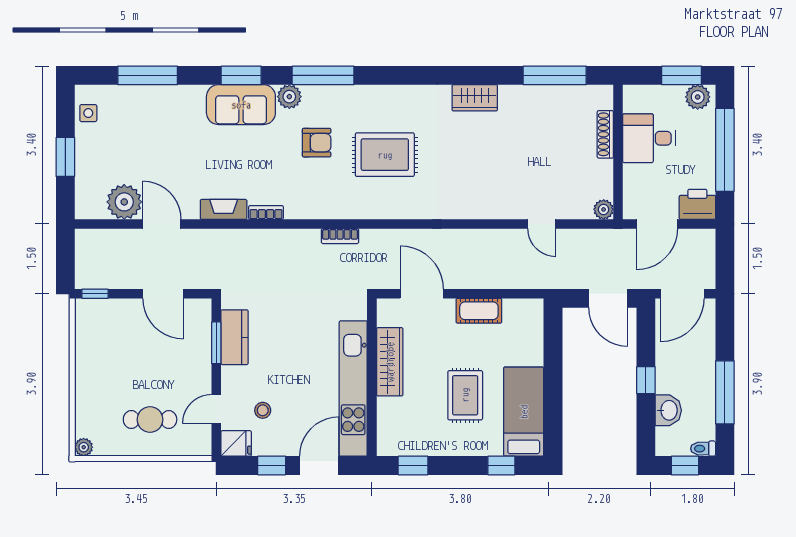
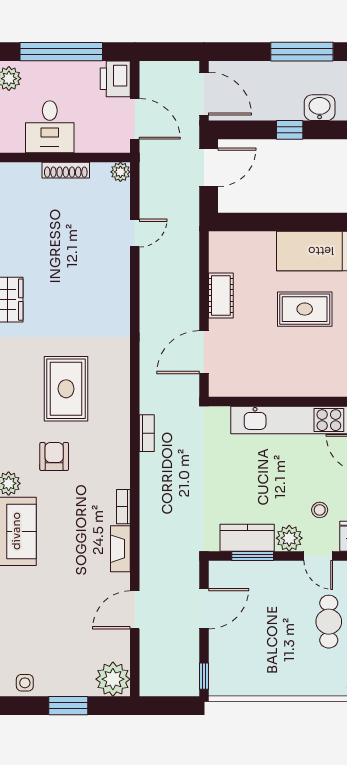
shoe rack: (605, 134) -> (66, 170), moved
plant: (124, 202) -> (113, 679), moved
wardrobe: (390, 362) -> (272, 384), removed
plant: (234, 380) -> (289, 538), added

